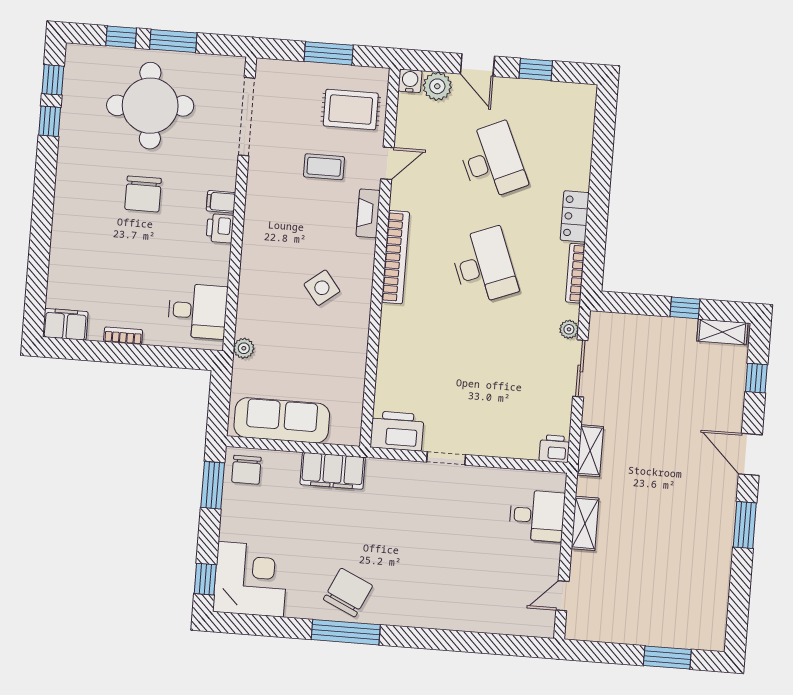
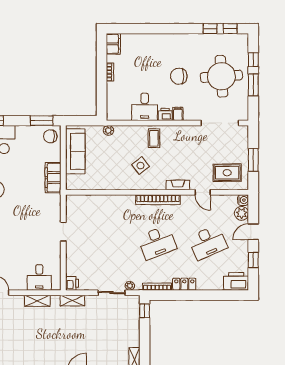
rug: (351, 110) -> (227, 173), turned 90
coffee table: (324, 167) -> (154, 138), moved
window: (685, 308) -> (145, 311), moved
desk: (198, 311) -> (145, 107), moved
printer: (397, 431) -> (236, 281), moved, turned -90

